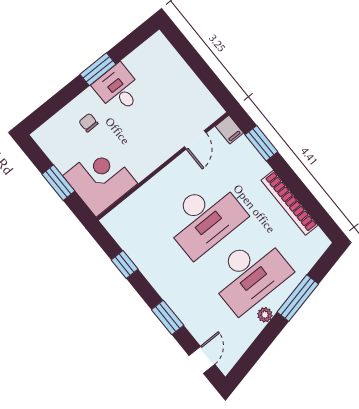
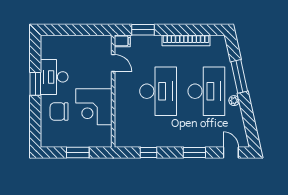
desk: (118, 89) -> (54, 77), width x1.37
chair: (88, 123) -> (59, 112), width x1.87, depth x1.87
corner desk: (100, 180) -> (94, 107), moved, turned -90

